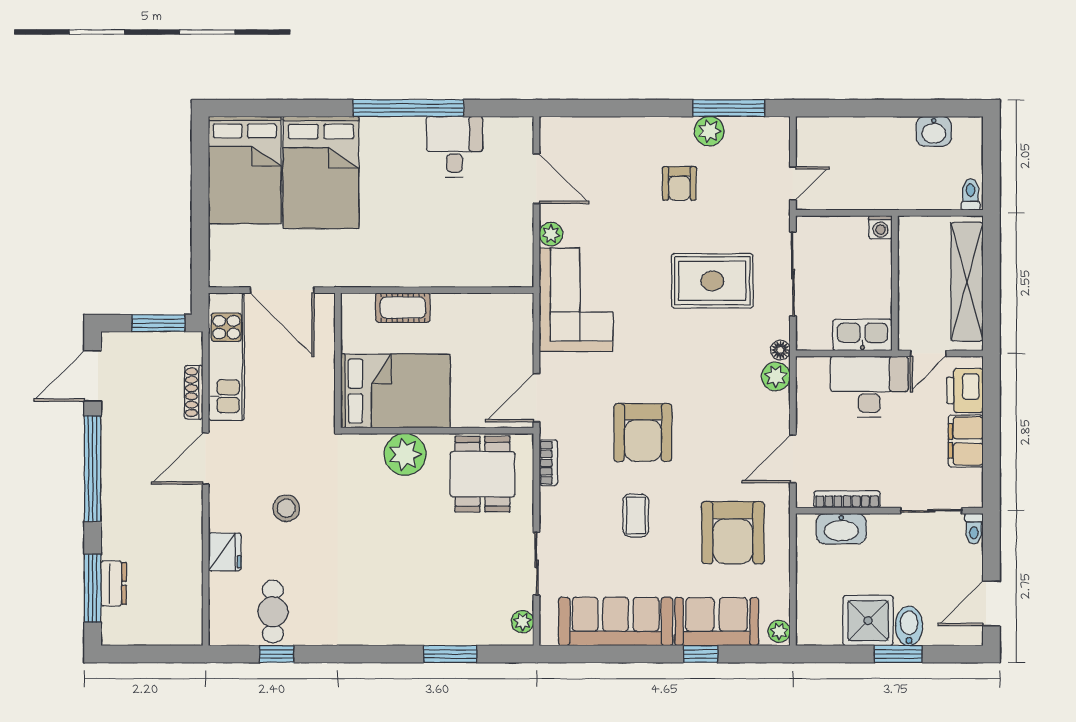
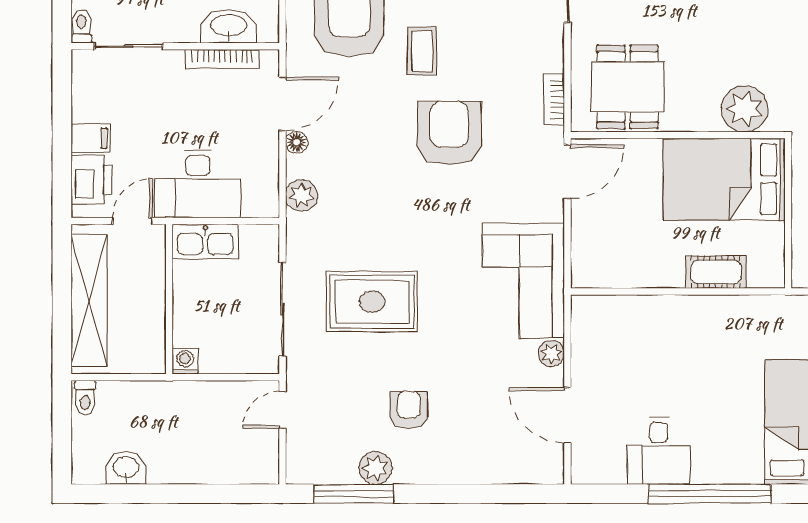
floor lamp: (780, 350) -> (296, 142), moved
filing cabinet: (966, 441) -> (90, 138), width x0.50
plant: (405, 454) -> (745, 109), moved
coffee table: (636, 515) -> (422, 51), moved

